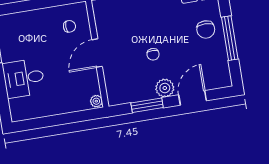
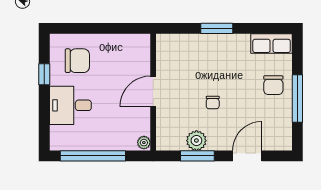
chair: (69, 26) -> (77, 61), moved, width x1.87, depth x1.87
plant: (165, 88) -> (196, 141), moved
window: (52, 121) -> (93, 156), added

